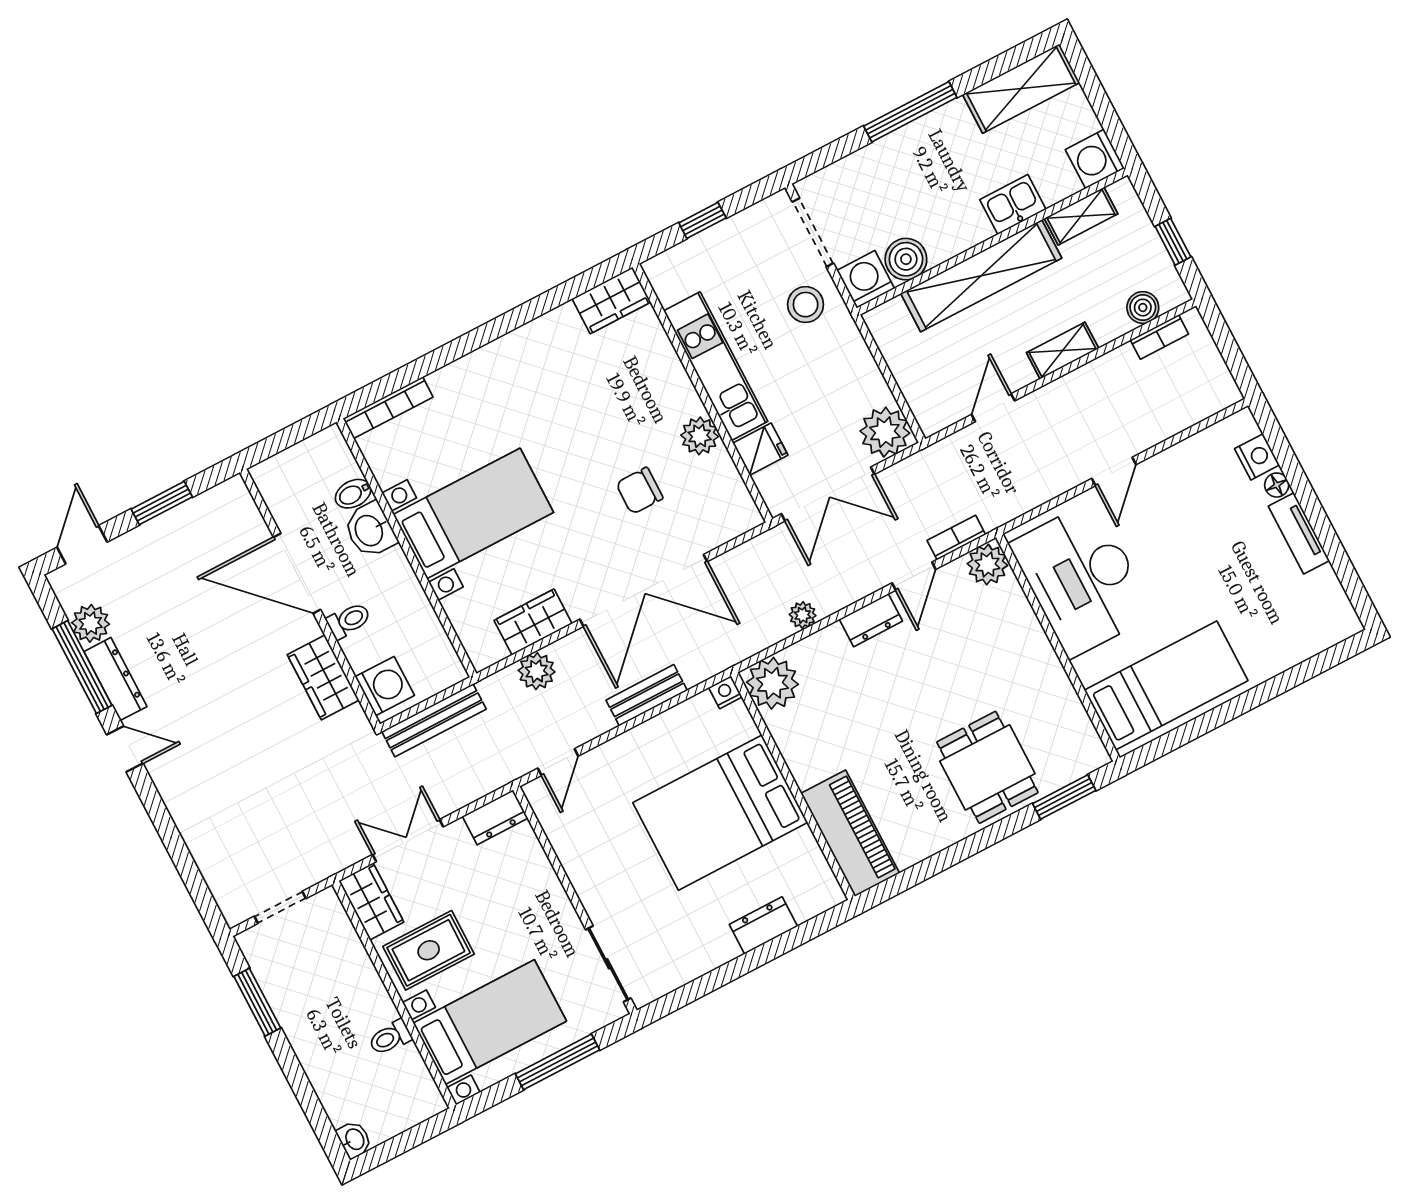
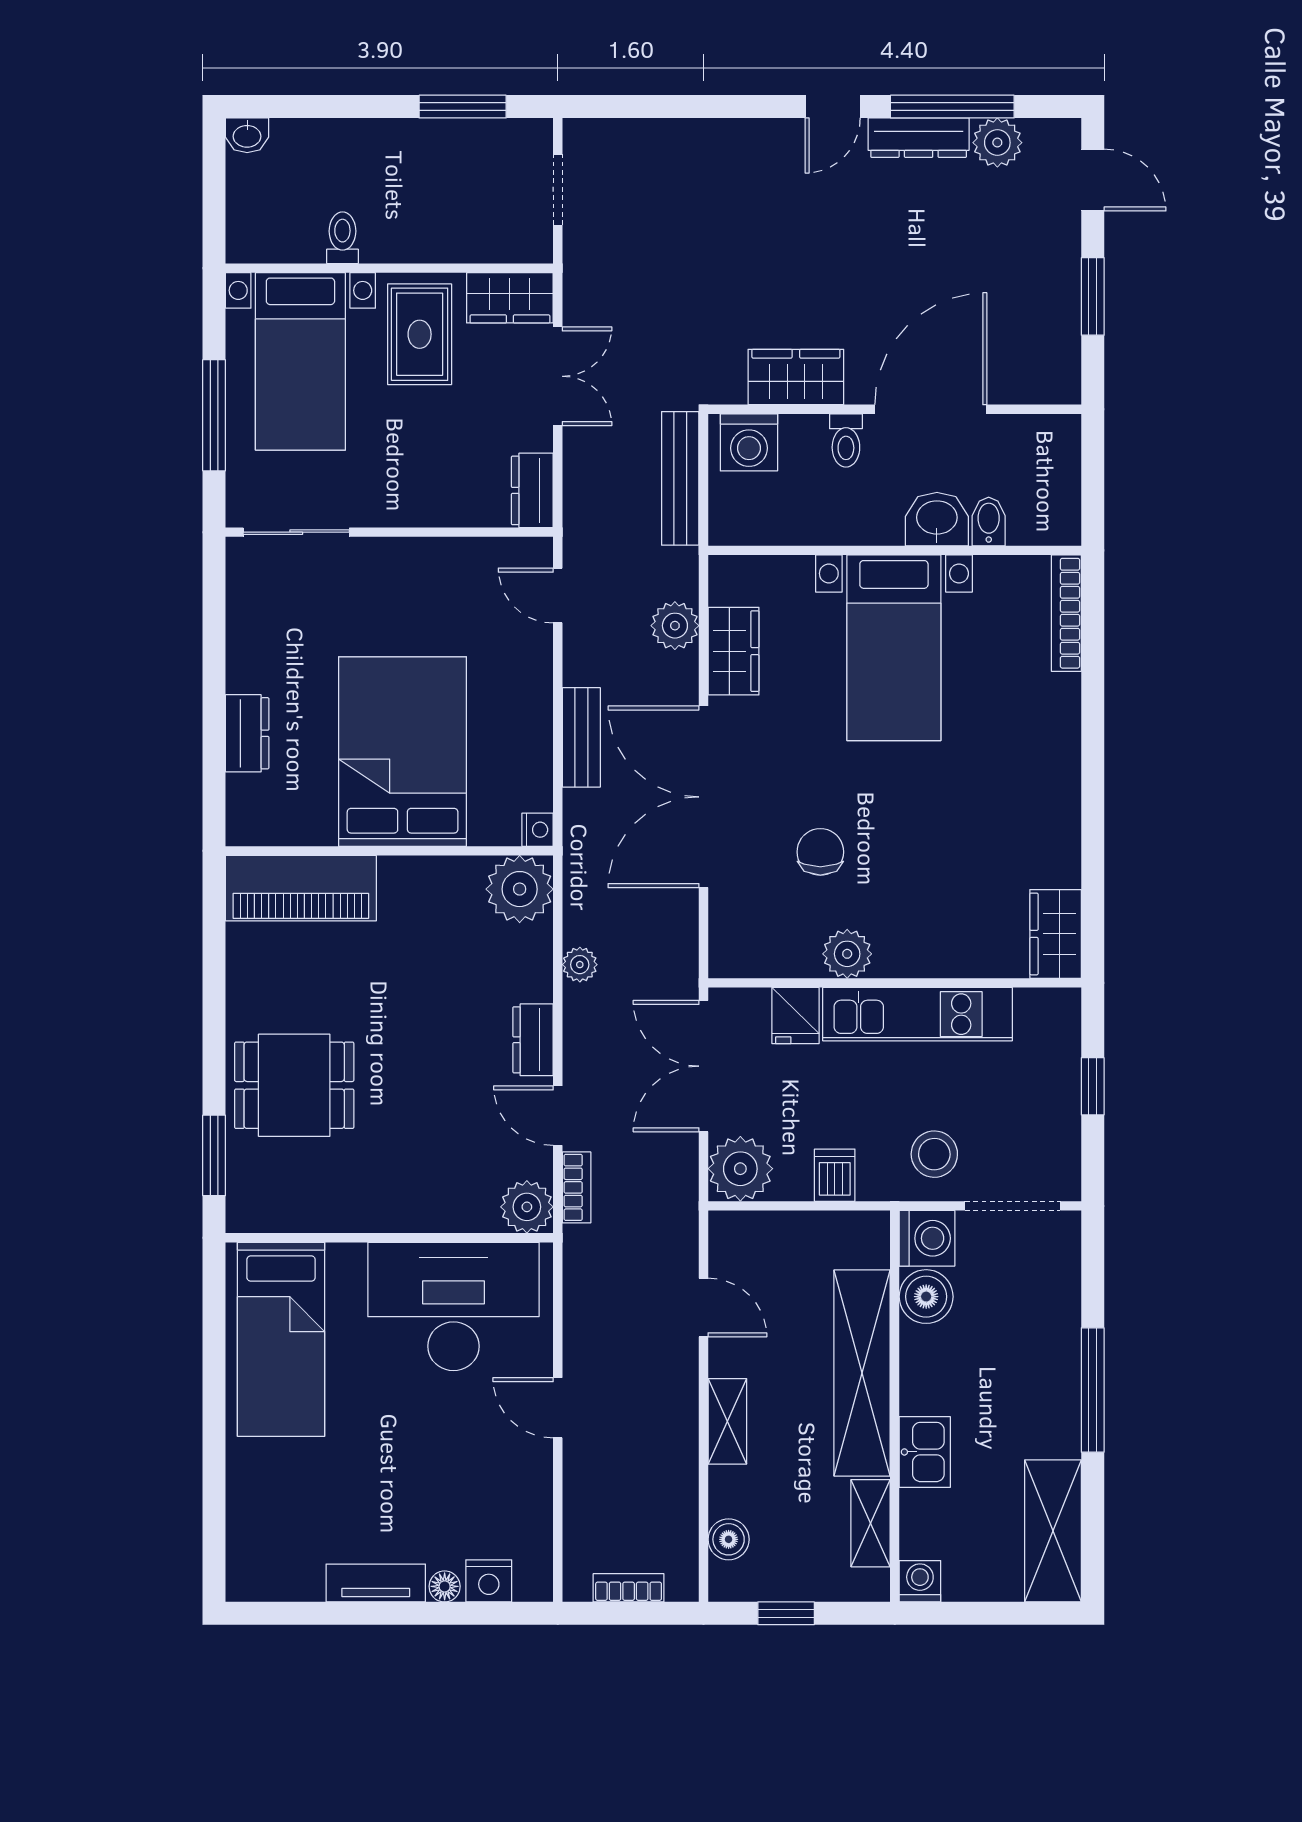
washing machine: (1095, 159) -> (920, 1581), width x0.73, depth x0.73
bookcase: (1159, 337) -> (629, 1588), moved, turned 90
dishwasher: (856, 365) -> (835, 1175), added

